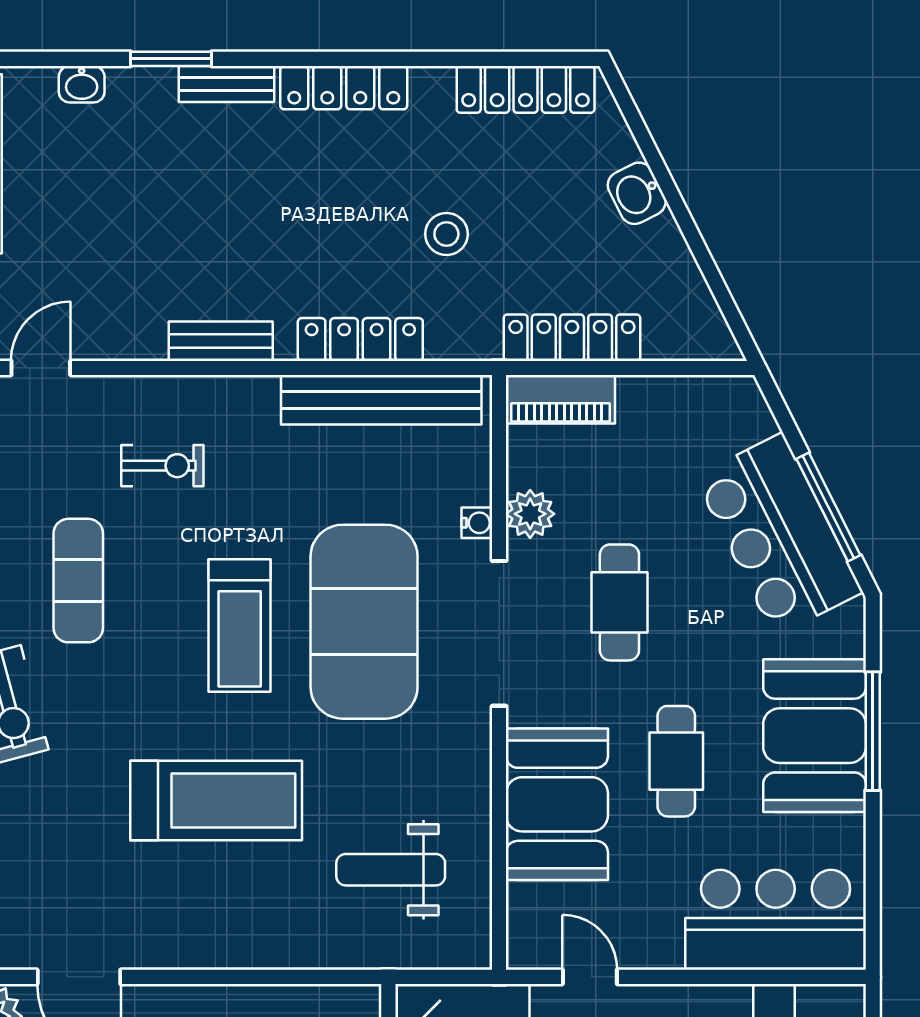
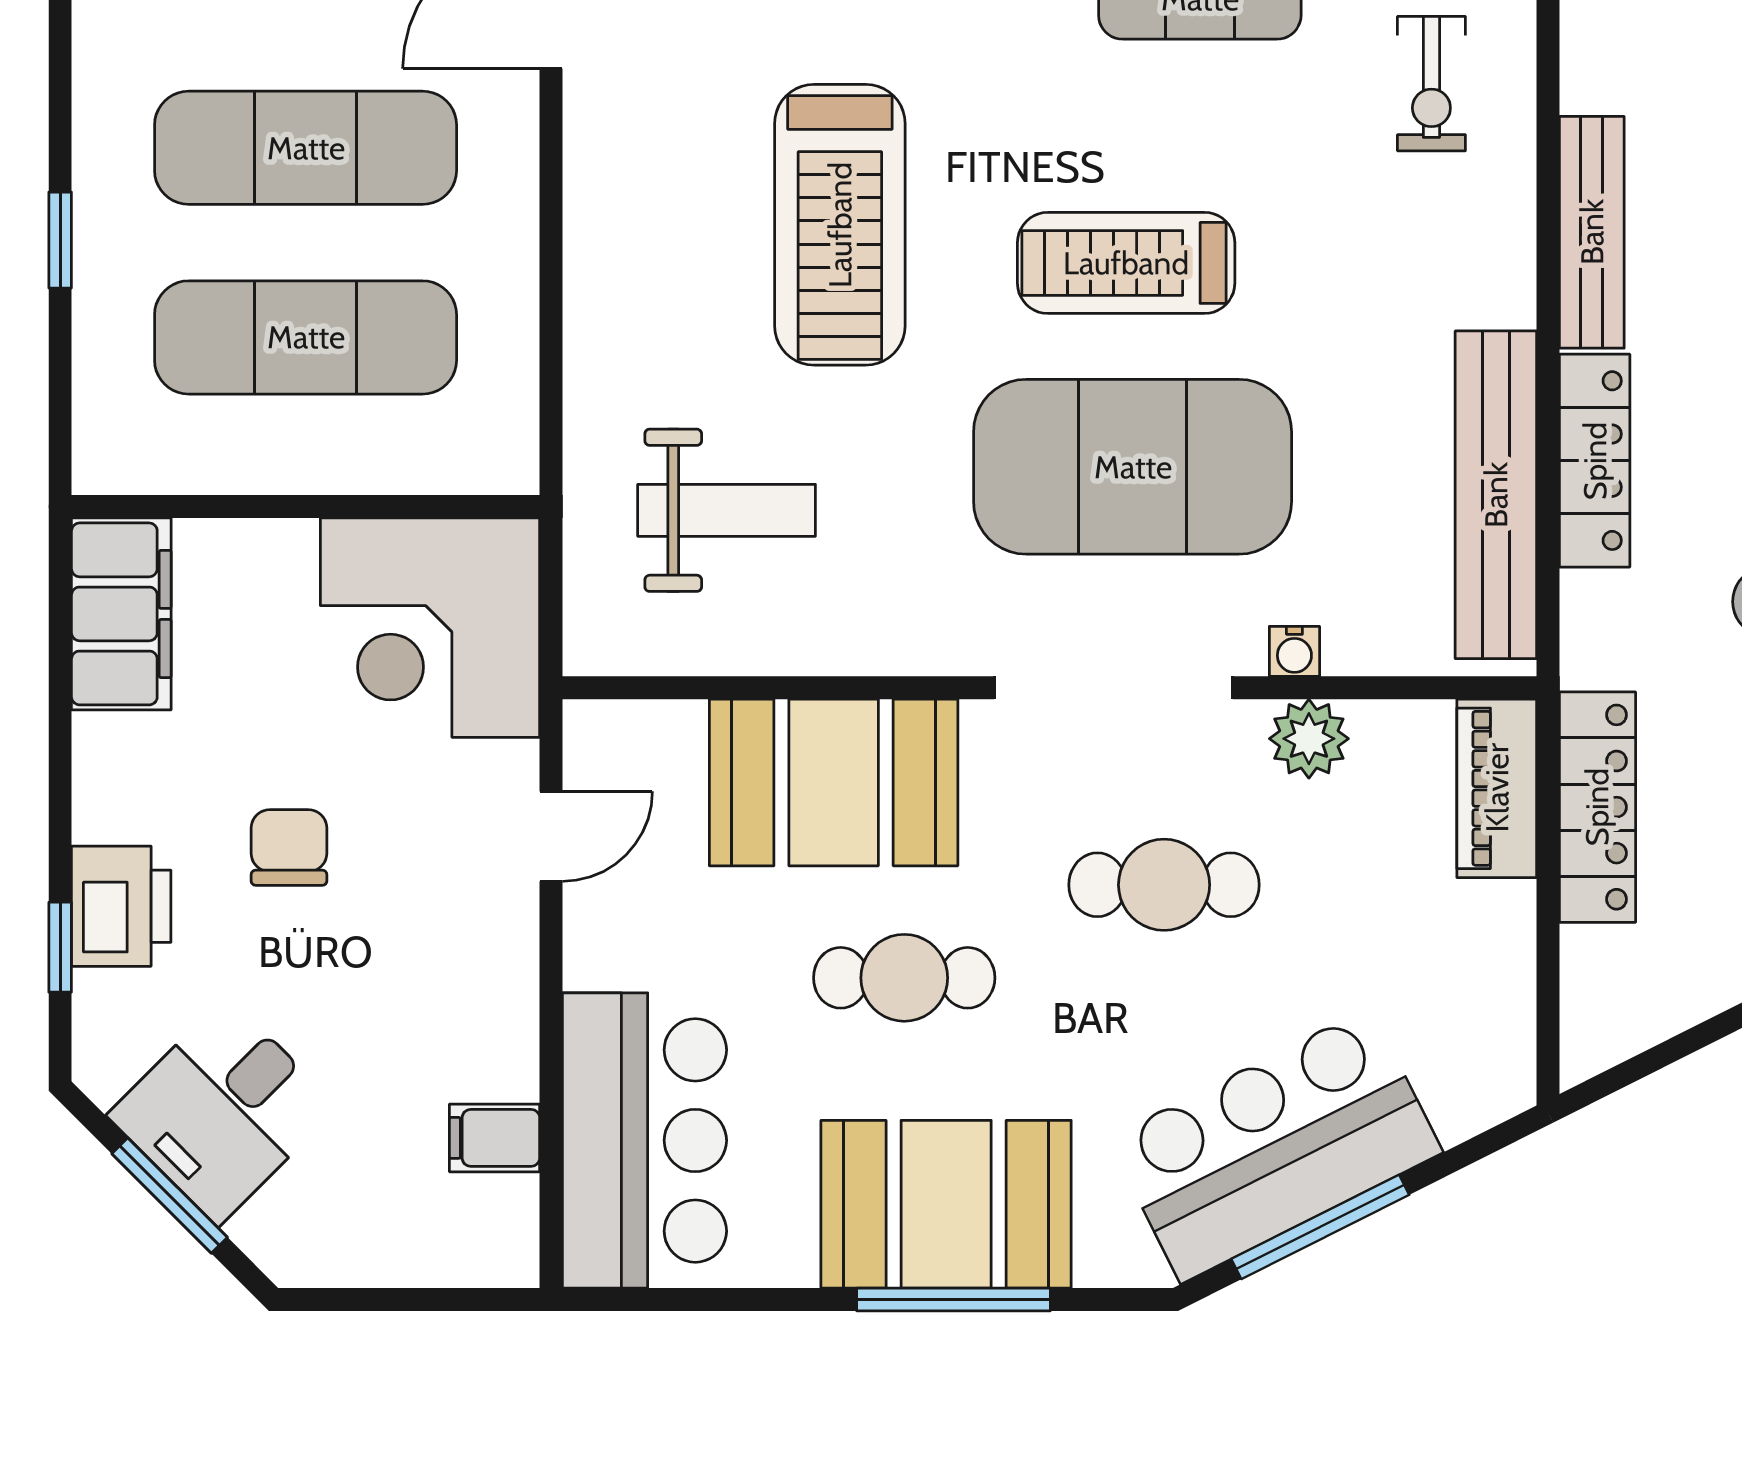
bench: (221, 341) -> (1592, 232), width x1.36
exercise bike: (162, 466) -> (1431, 84), moved
weight bench: (391, 870) -> (727, 510), turned 90

